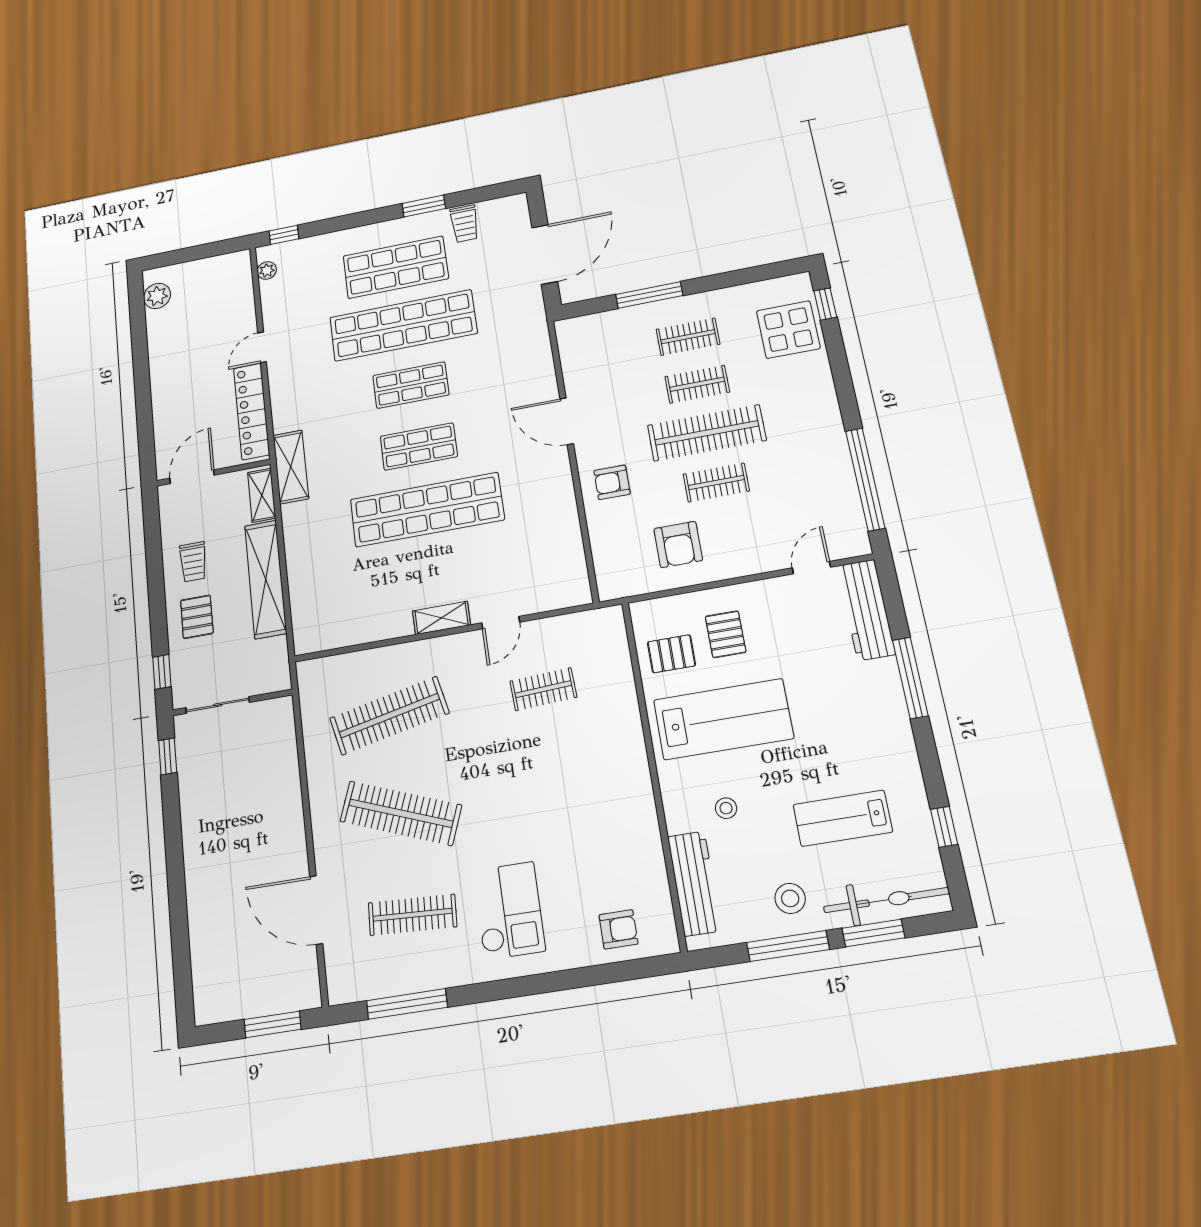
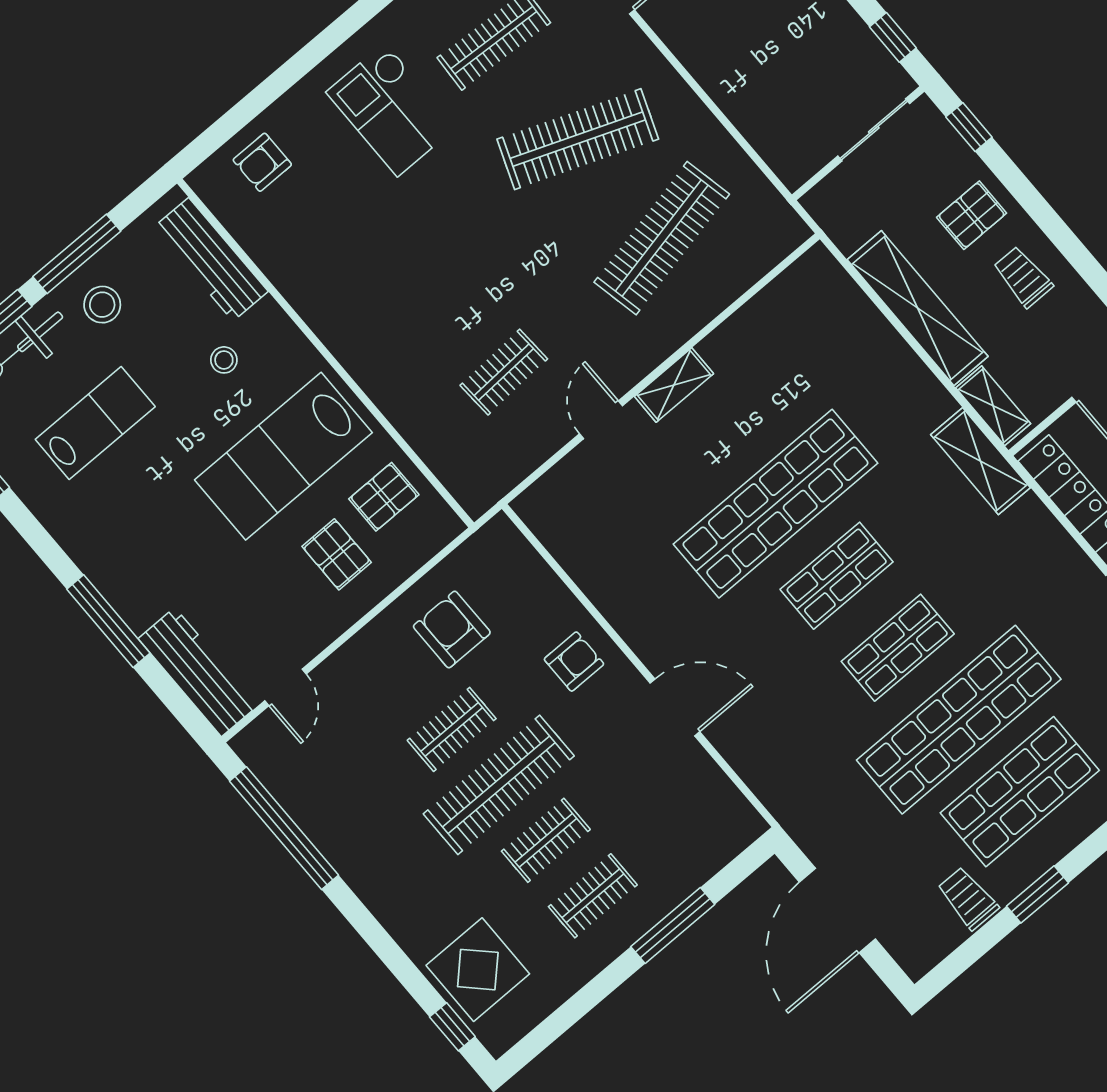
pallet: (197, 617) -> (972, 215), turned 90

